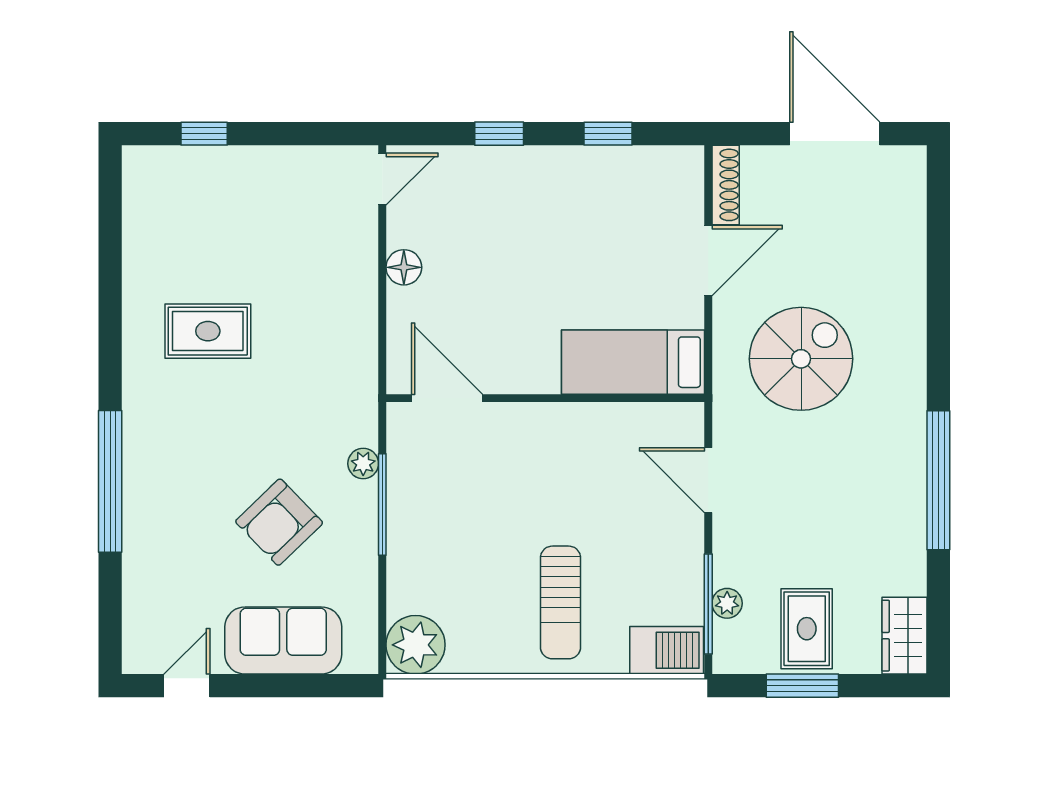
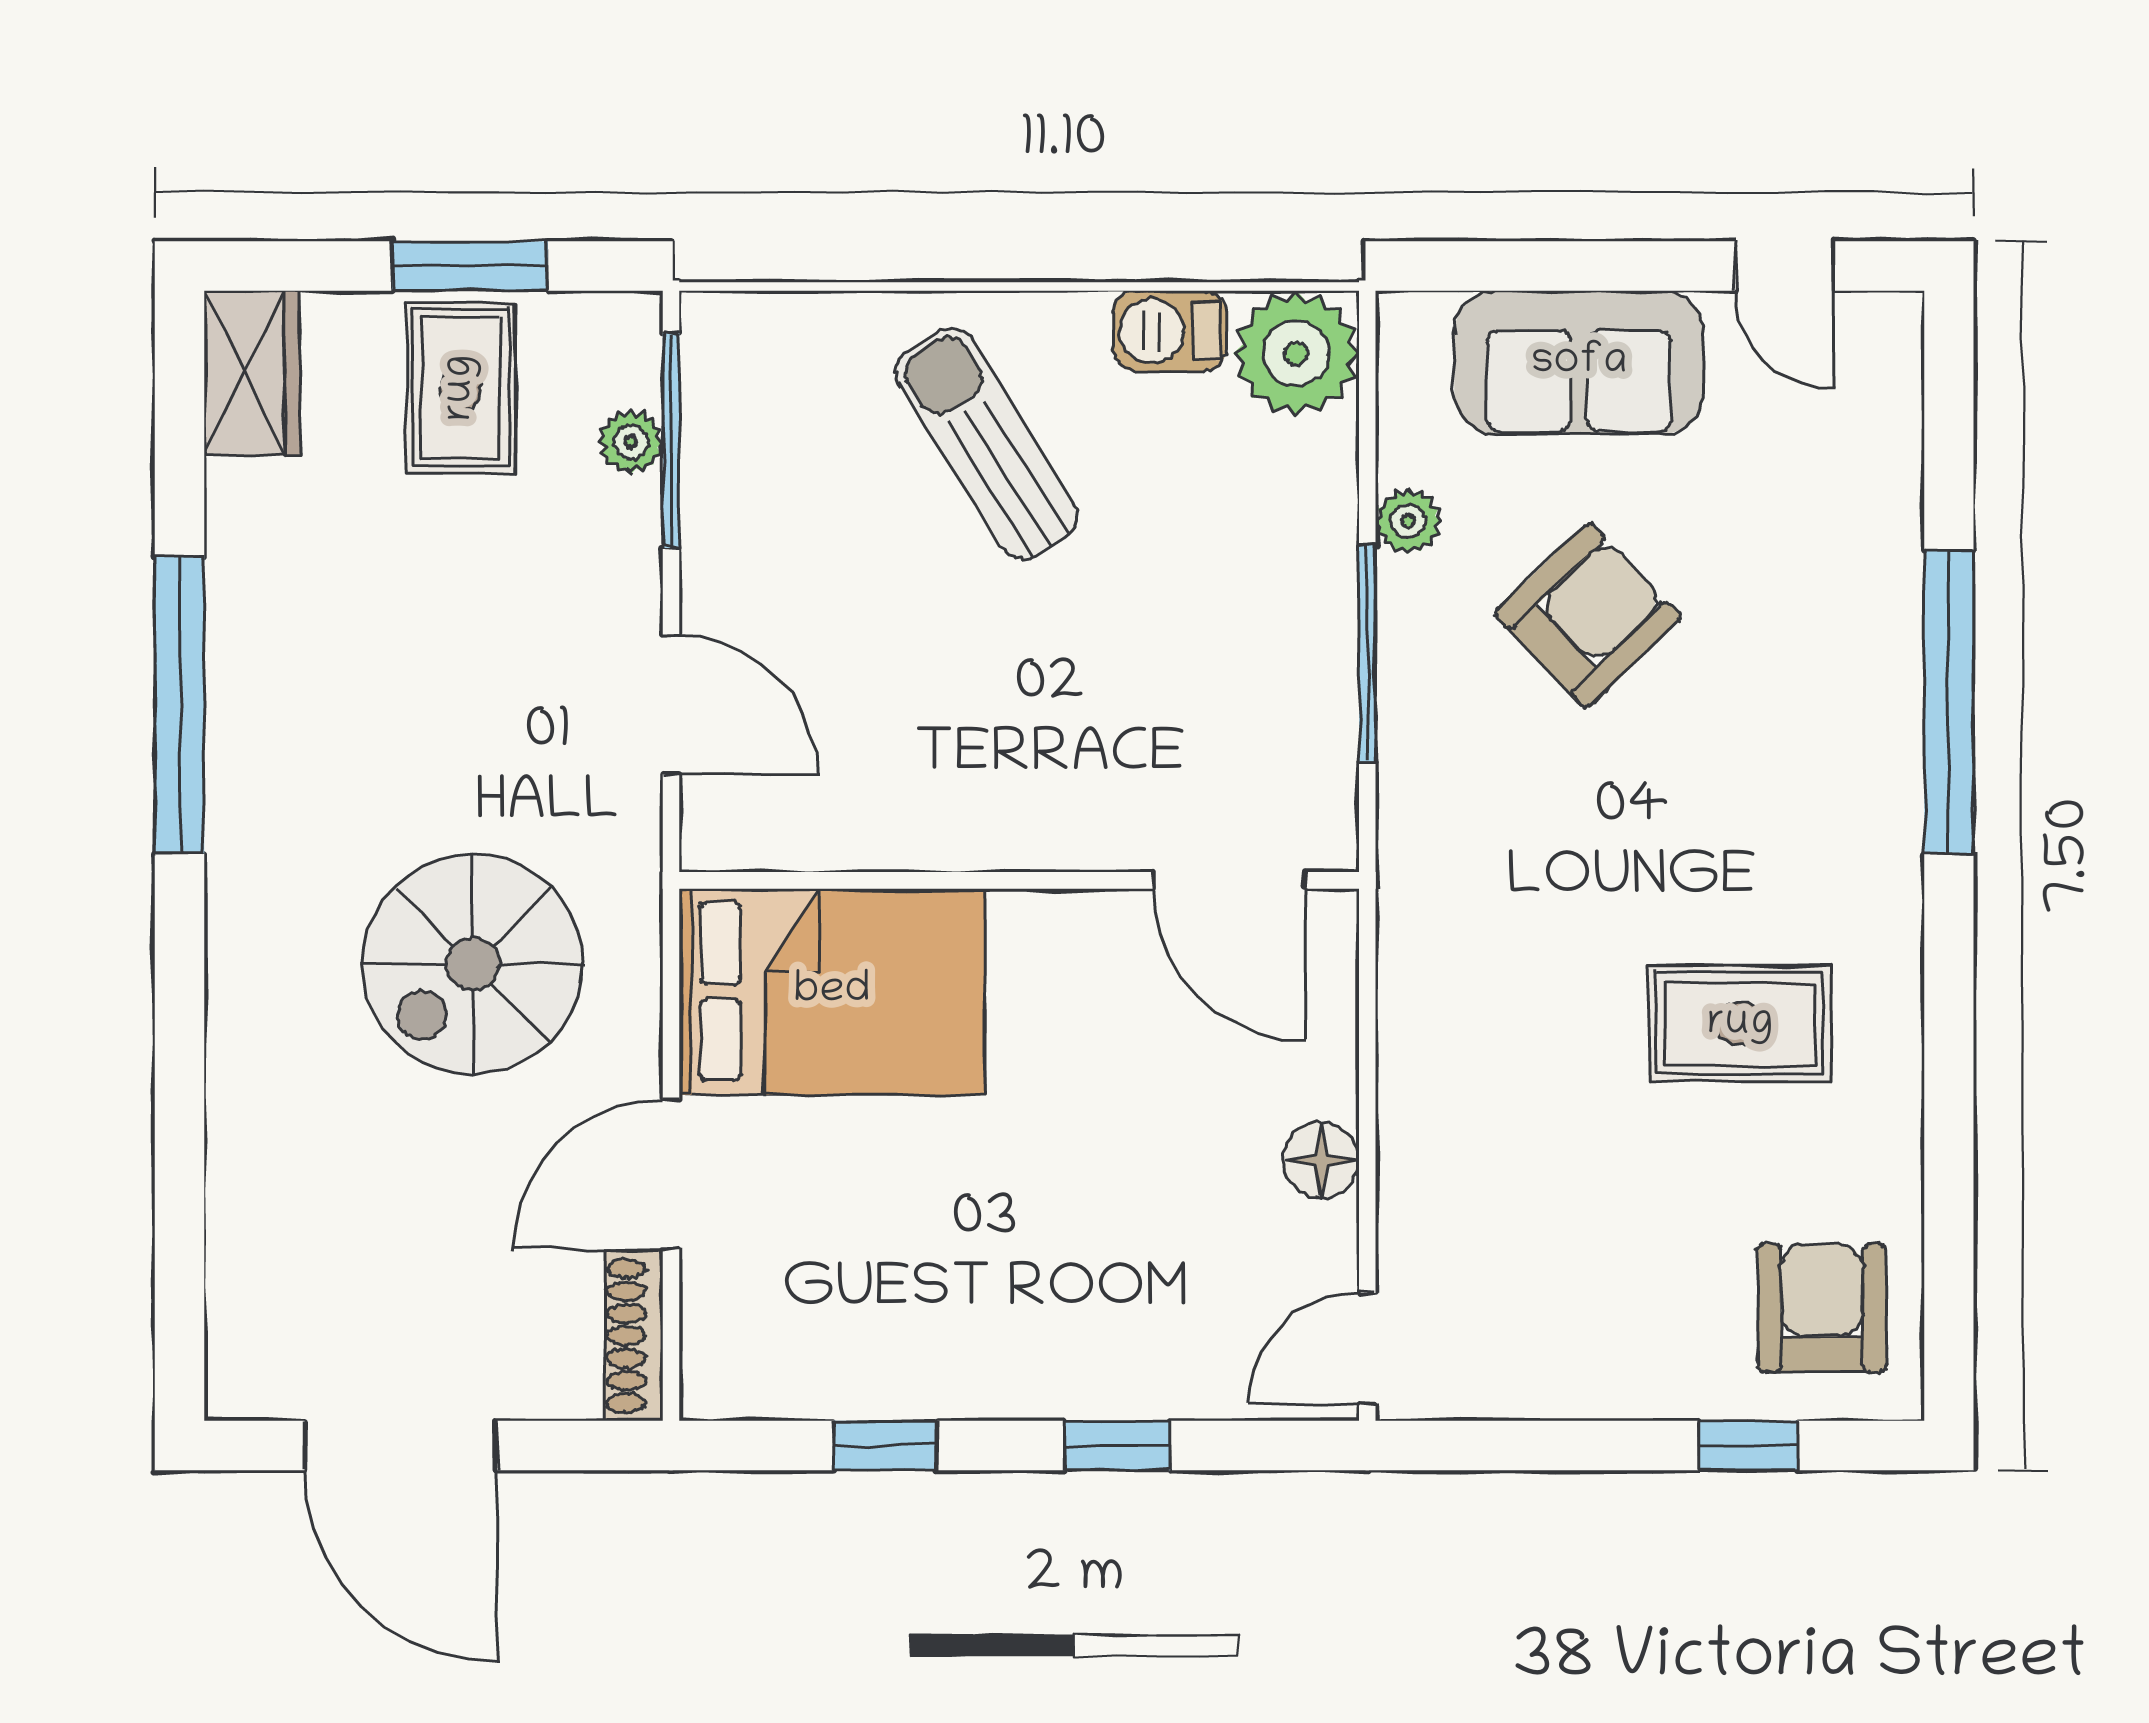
armchair: (170, 198) -> (1822, 1308), added
bed: (633, 362) -> (832, 992), width x1.50
plant: (363, 464) -> (1408, 521), moved
sun lounger: (561, 602) -> (987, 444), turned -32
barbecue: (667, 650) -> (1170, 331), moved, width x0.73, depth x0.79
door: (187, 686) -> (1785, 266), hinge flipped

